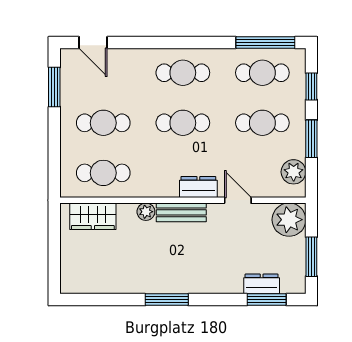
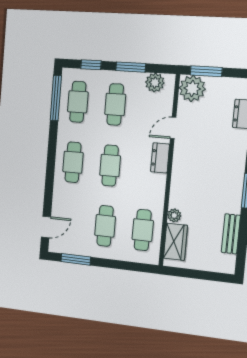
plant: (146, 212) -> (174, 215), moved
bench: (181, 212) -> (231, 234), moved
window: (311, 257) -> (206, 71), moved

